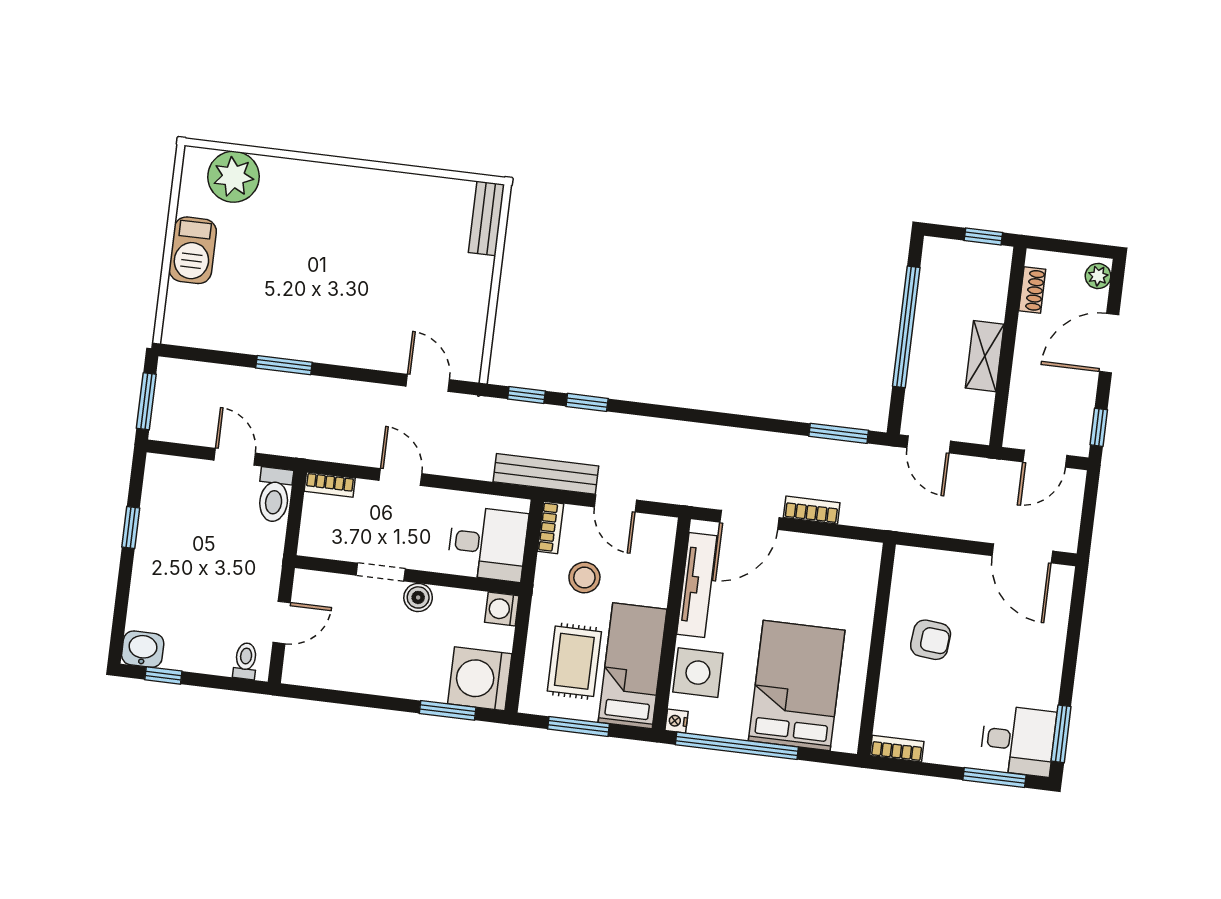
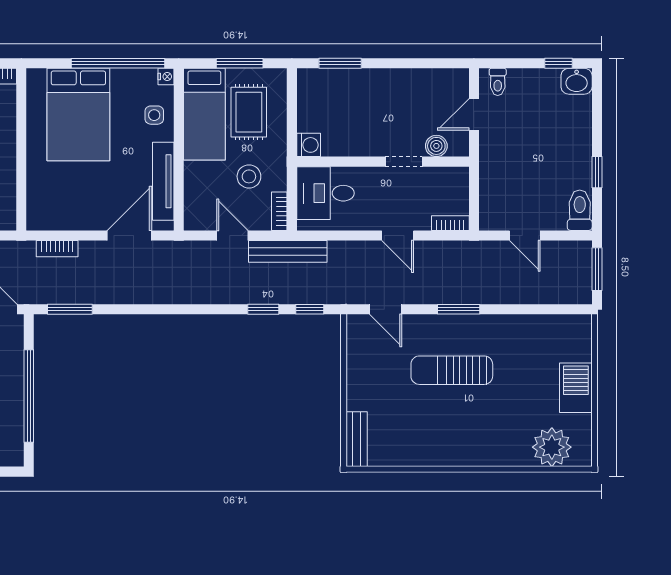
sun lounger: (351, 293) -> (452, 370), added
window: (284, 365) -> (459, 309), moved
toilet: (274, 495) -> (580, 210), moved
bookcase: (812, 510) -> (57, 249), moved
boiler: (418, 597) -> (436, 146), moved
side table: (698, 673) -> (154, 115), width x0.54, depth x0.54
washing machine: (480, 679) -> (319, 90), removed

